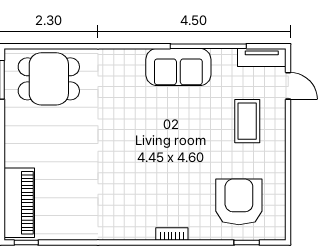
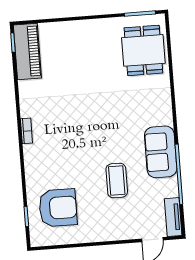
coffee table: (247, 121) -> (117, 181), moved, turned 90
piano: (19, 203) -> (27, 52), moved, turned -90
bookcase: (172, 234) -> (26, 131), moved

